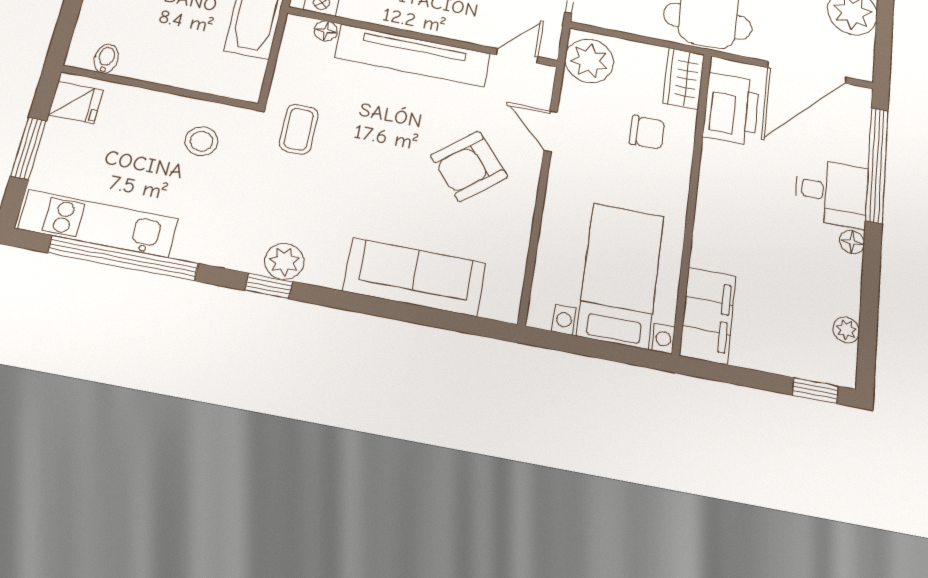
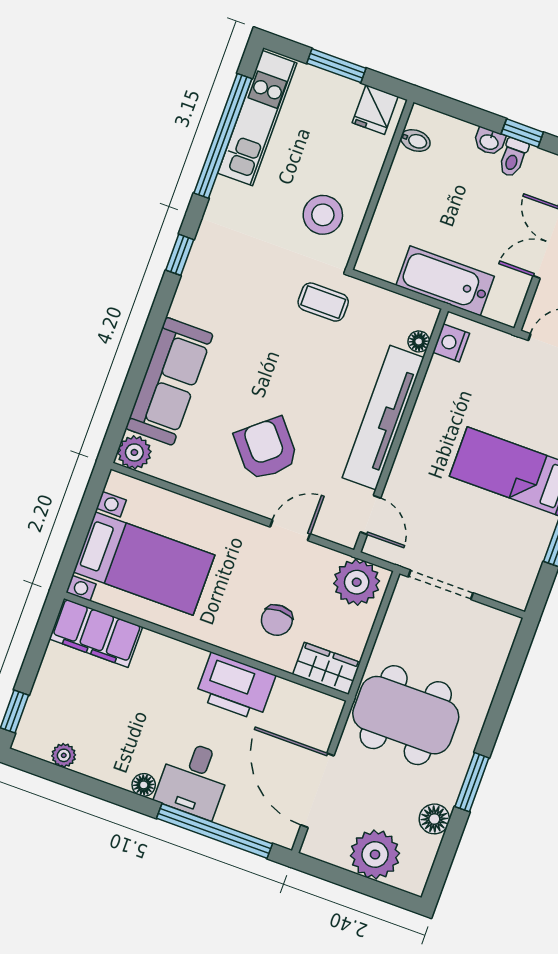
printer: (731, 109) -> (235, 687), moved
stool: (202, 141) -> (323, 215), width x1.38, depth x1.38
plant: (284, 261) -> (134, 452), moved

